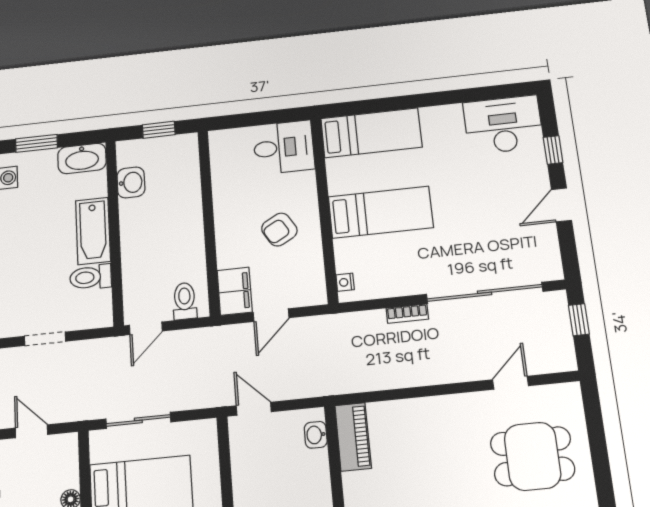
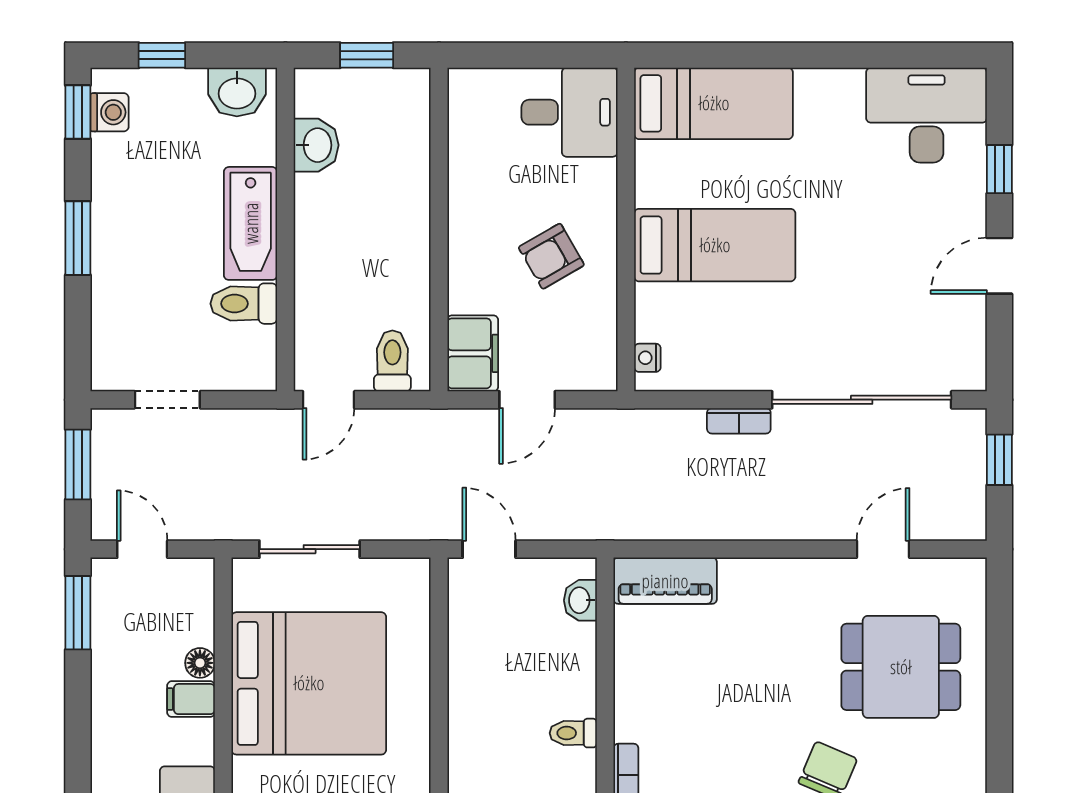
window: (37, 143) -> (162, 55), width x0.67
washbasin: (82, 158) -> (237, 92), width x0.72
piano: (353, 437) -> (665, 581), moved, turned 90

